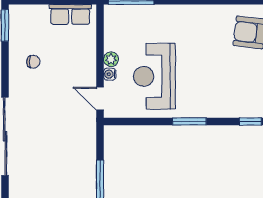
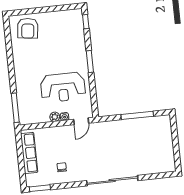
row of seats: (70, 14) -> (29, 153), width x1.48

